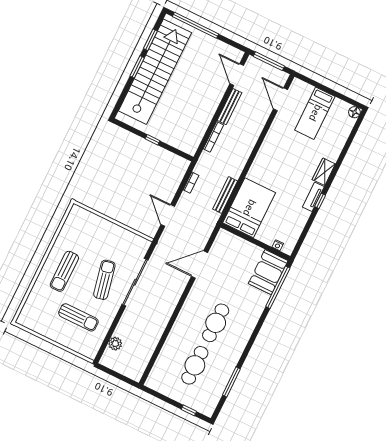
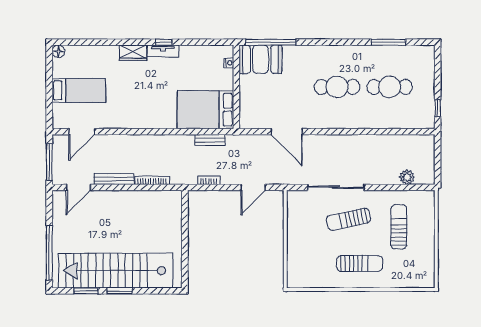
window: (153, 140) -> (185, 240), removed
bench: (225, 195) -> (210, 140), width x0.73
window: (189, 410) -> (438, 108), moved

